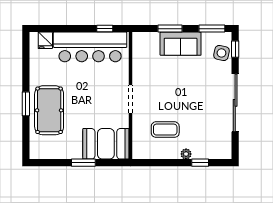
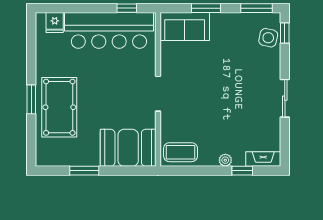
sofa: (181, 44) -> (185, 27), moved
sliding door: (235, 103) -> (285, 98), width x0.54
coffee table: (165, 130) -> (181, 152), moved
fireplace: (217, 153) -> (263, 159), added
window: (83, 163) -> (84, 171), moved

